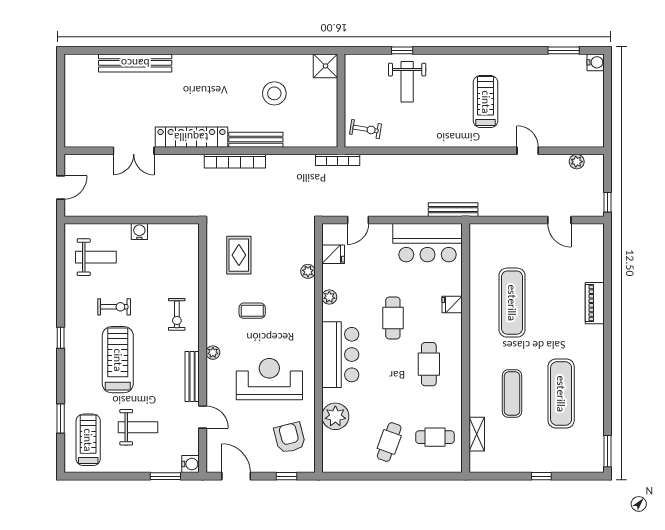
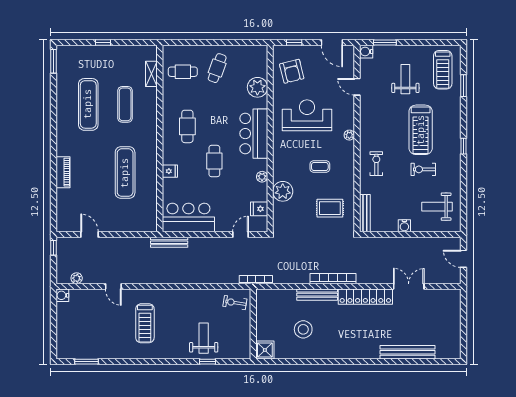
water cooler: (596, 62) -> (62, 295), moved
door: (61, 188) -> (463, 259), hinge flipped
rug: (239, 255) -> (330, 208), turned 90
plant: (308, 271) -> (283, 191), width x1.87, depth x1.87
bench: (192, 377) -> (365, 213), moved
reception desk: (269, 379) -> (307, 115), turned 180
weight bench: (138, 427) -> (405, 79), turned 90

